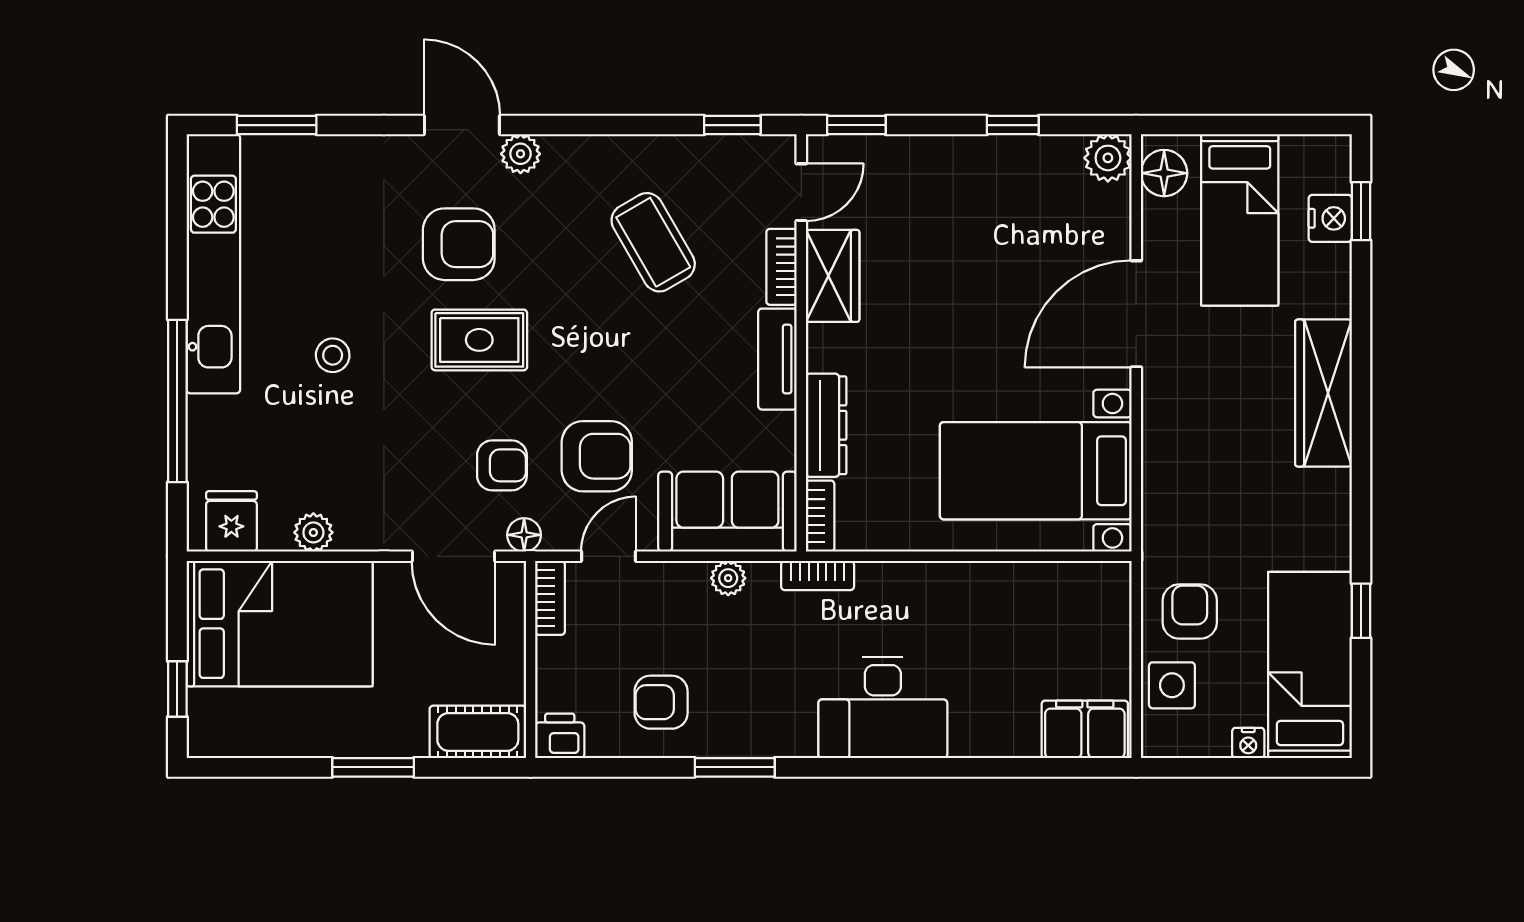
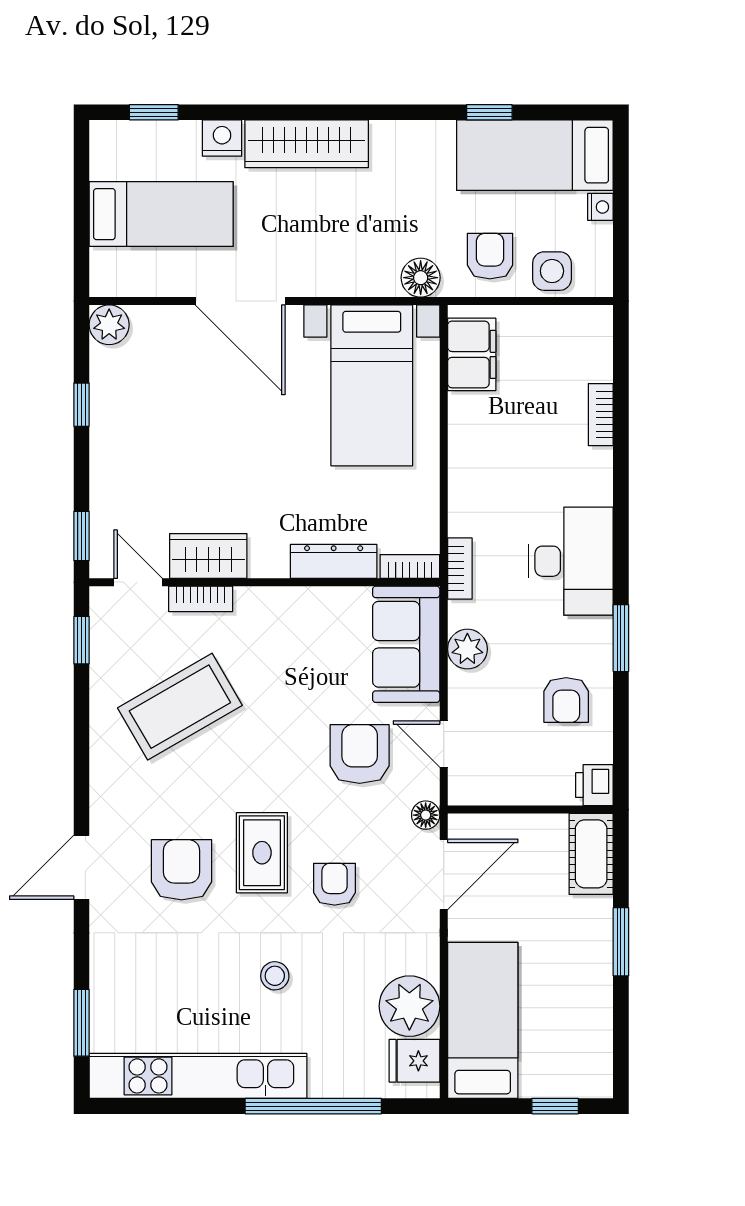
plant: (521, 154) -> (106, 818), removed
floor lamp: (1164, 173) -> (421, 278), moved
nightstand: (1330, 218) -> (222, 138), moved
coffee table: (653, 242) -> (180, 707), width x1.36, depth x1.32
tv unit: (777, 359) -> (278, 602), removed
armchair: (502, 465) -> (335, 884), moved
plant: (313, 532) -> (409, 1006), width x1.88, depth x1.88
plant: (728, 578) -> (467, 649), width x1.38, depth x1.38
bookcase: (550, 598) -> (601, 415), moved, turned -90
armchair: (1190, 611) -> (490, 256), turned 90
bed: (280, 624) -> (483, 1020), width x0.67
desk: (883, 708) -> (571, 561), moved
filing cabinet: (1085, 729) -> (472, 354), moved, turned 180

